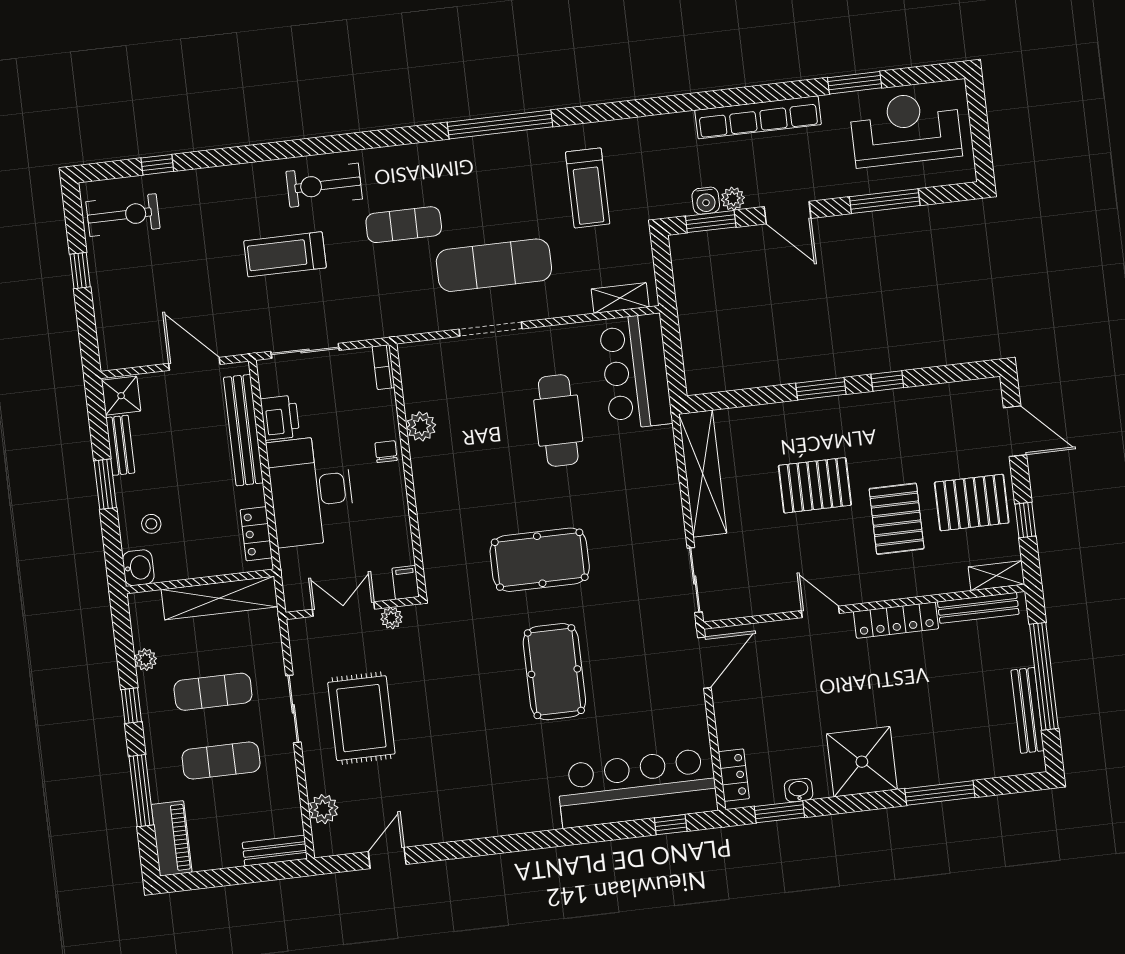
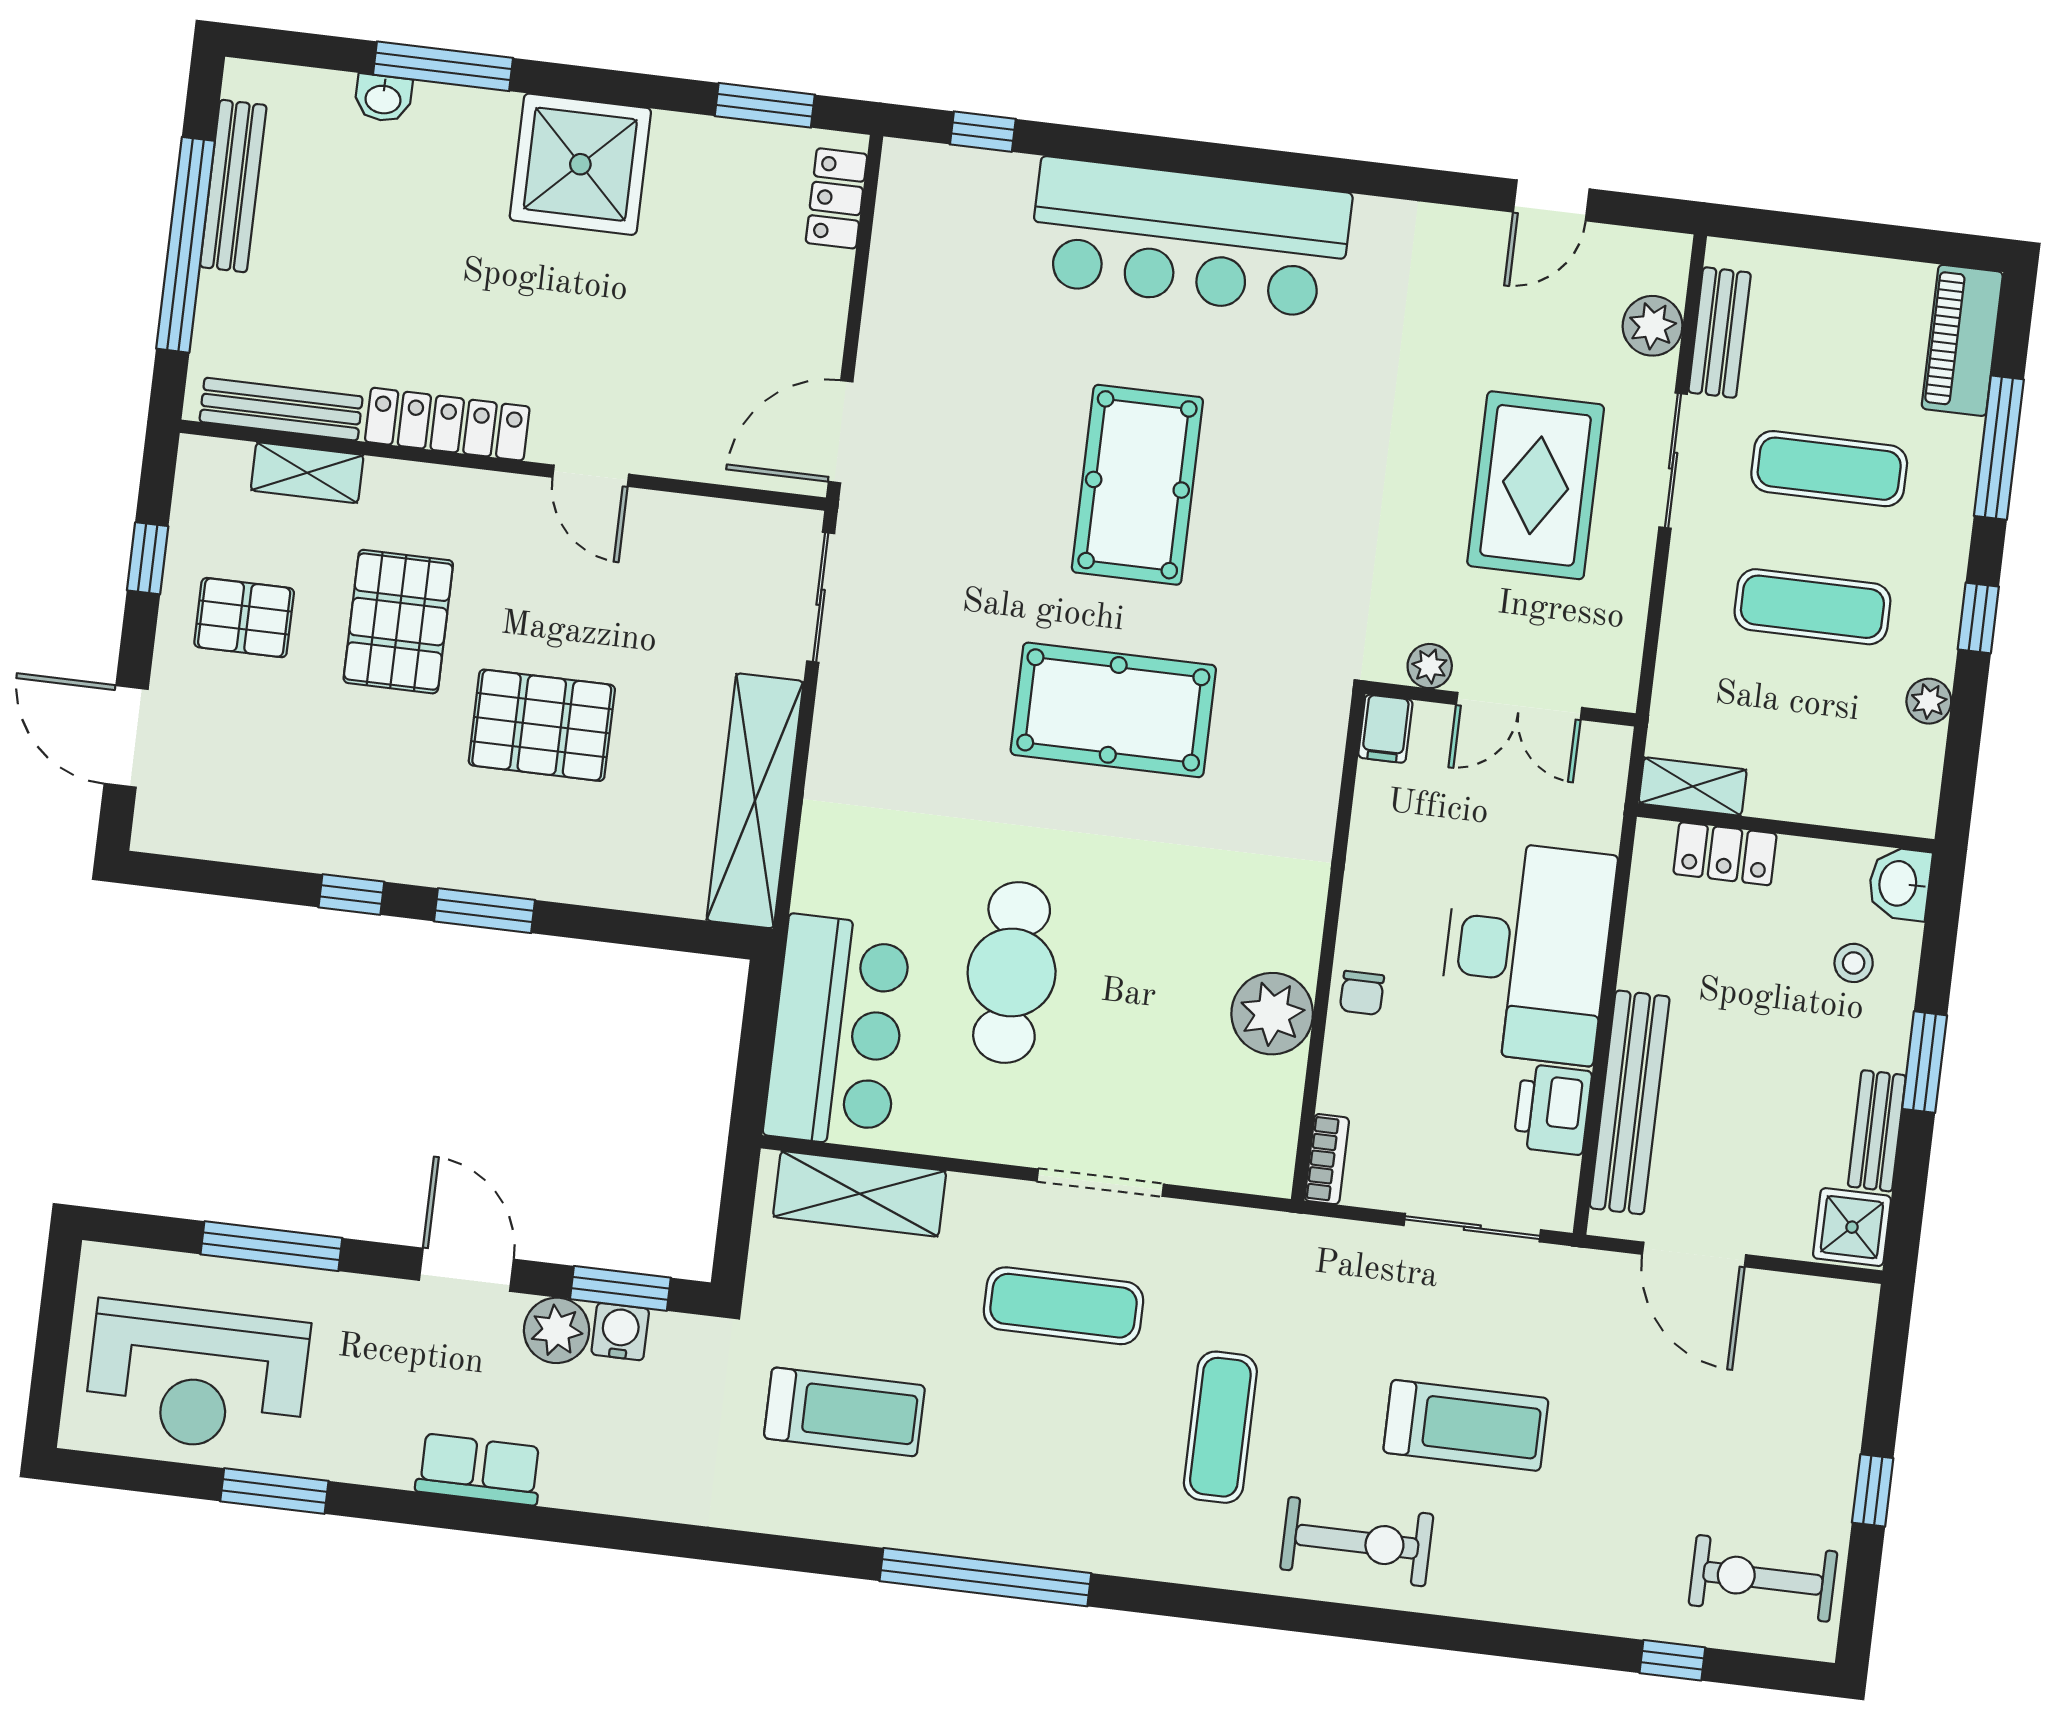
row of seats: (758, 117) -> (479, 1469), width x0.50
treadmill: (588, 188) -> (844, 1412), turned 90
plant: (733, 199) -> (557, 1330), width x1.38, depth x1.38
exercise mat: (404, 225) -> (1220, 1427), turned 90
exercise mat: (494, 265) -> (1064, 1306), width x0.73, depth x0.69
shelving: (620, 298) -> (860, 1194), width x1.50, depth x1.33
plant: (421, 426) -> (1272, 1014), width x1.36, depth x1.36
pallet: (972, 503) -> (244, 618), width x0.67, depth x0.71
locker: (256, 534) -> (1725, 854), moved, turned 90
shelving: (996, 576) -> (307, 473), moved
shelving: (220, 598) -> (1693, 786), width x0.45, depth x0.75
sliding door: (293, 709) -> (1673, 461), moved
bar counter: (637, 788) -> (1190, 238), moved
washbasin: (799, 790) -> (383, 98), moved
bench: (275, 851) -> (1720, 333), moved, turned 90

